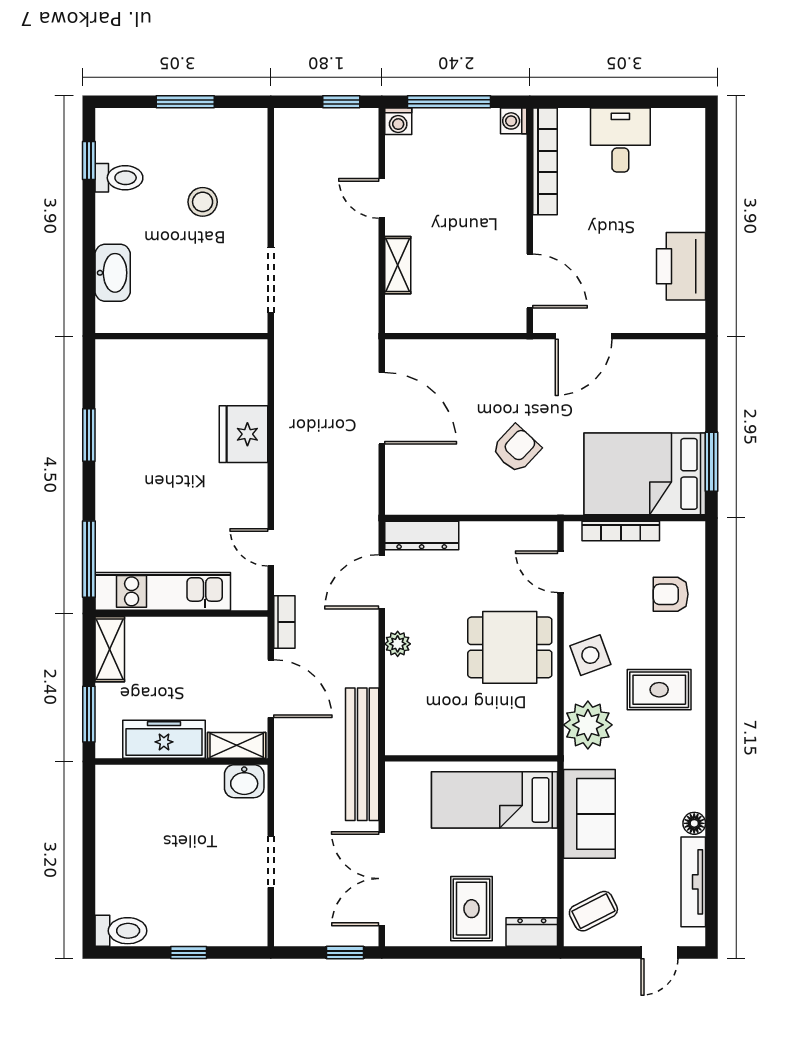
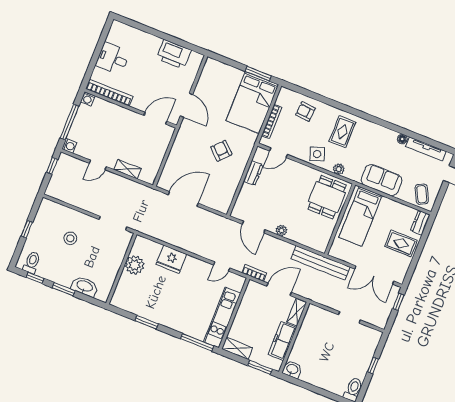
window: (185, 102) -> (27, 229), width x0.67
toilet: (119, 178) -> (32, 262), moved
window: (89, 231) -> (64, 289), added
plant: (200, 361) -> (135, 265), added
dresser: (422, 535) -> (253, 173), moved, width x0.70
armchair: (671, 594) -> (305, 112), turned 95
dining table: (510, 647) -> (327, 197), moved
plant: (588, 725) -> (339, 169), width x0.53, depth x0.53
washbasin: (244, 781) -> (292, 369), moved, turned -90

